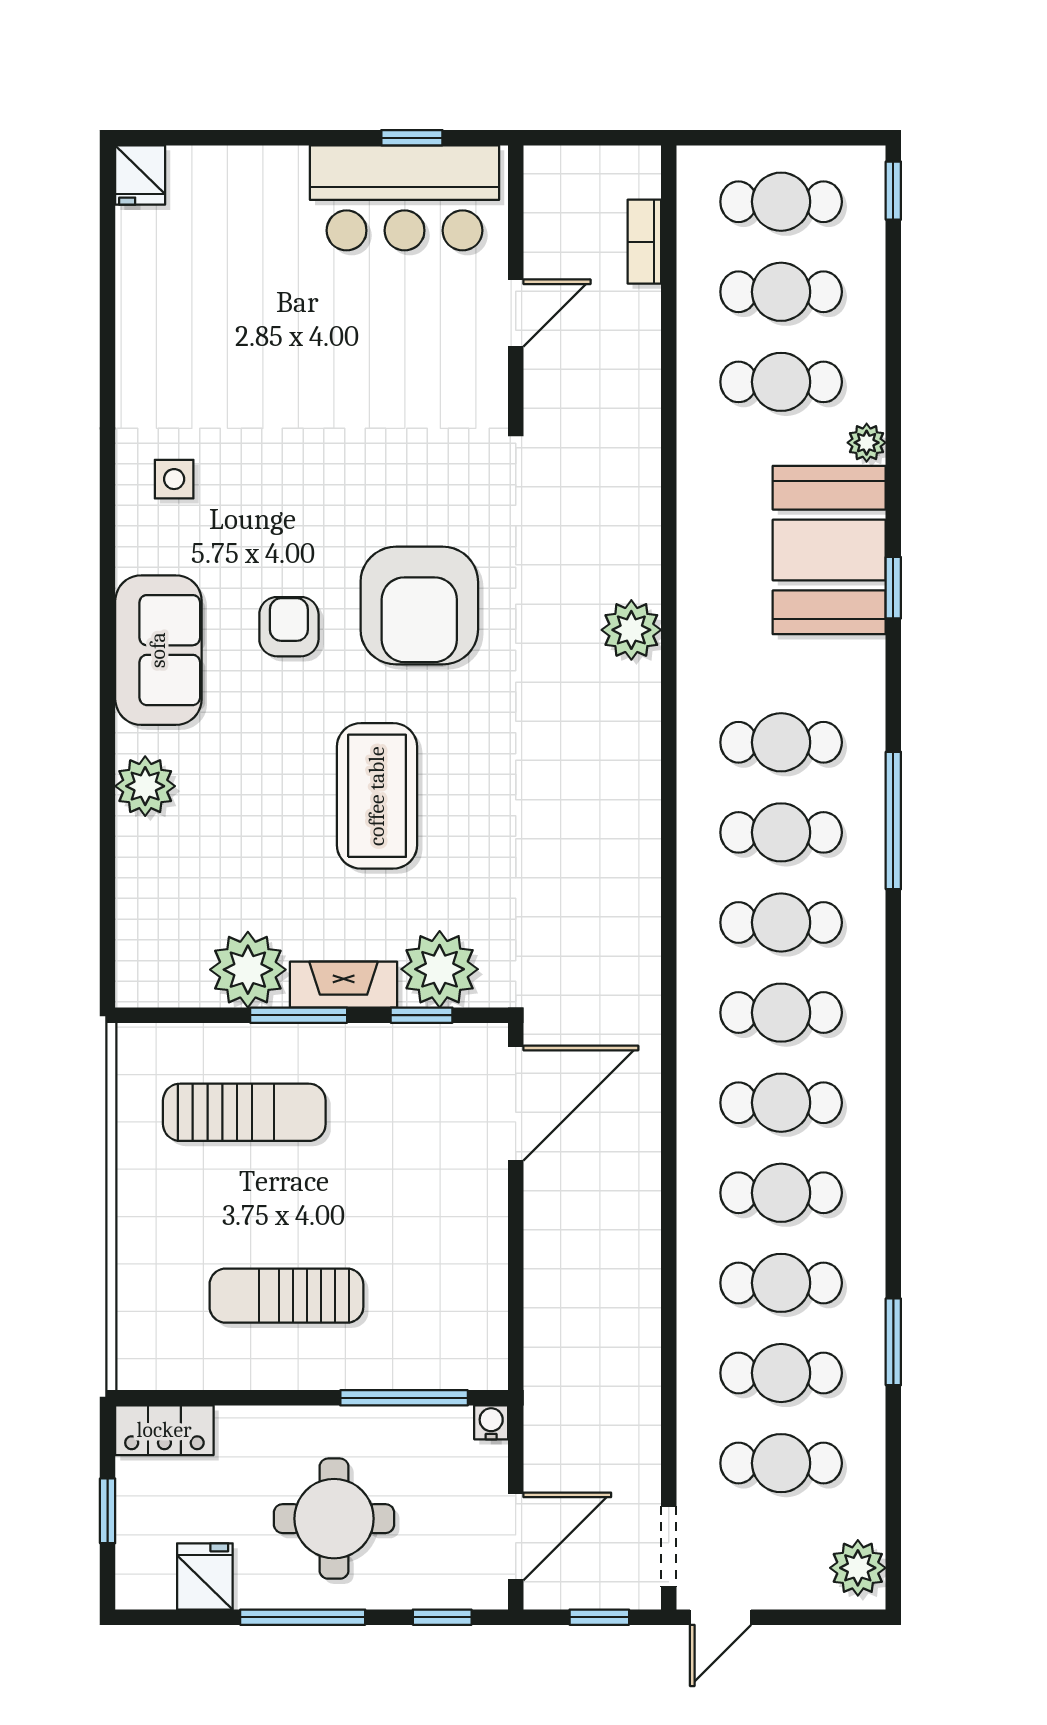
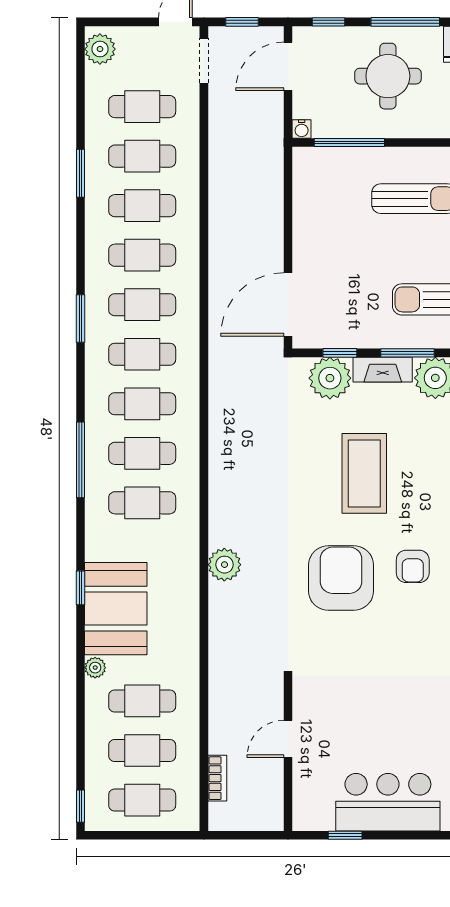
bar counter: (405, 198) -> (388, 802), moved
window: (893, 1078) -> (80, 319), added

